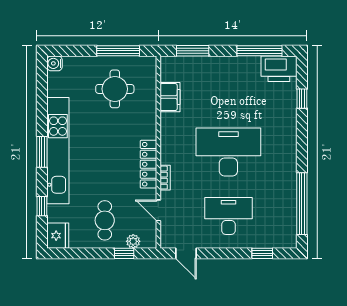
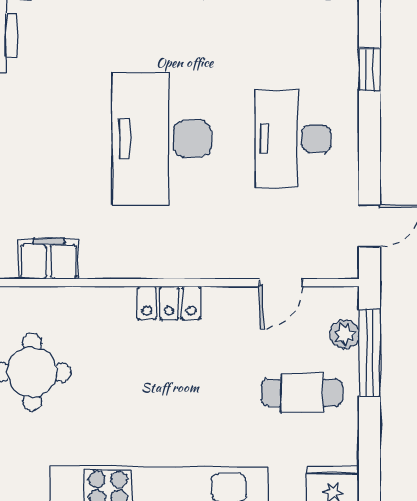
locker: (148, 164) -> (169, 303), width x0.66
bookcase: (165, 178) -> (214, 269), removed
window: (124, 253) -> (369, 353), width x2.17

